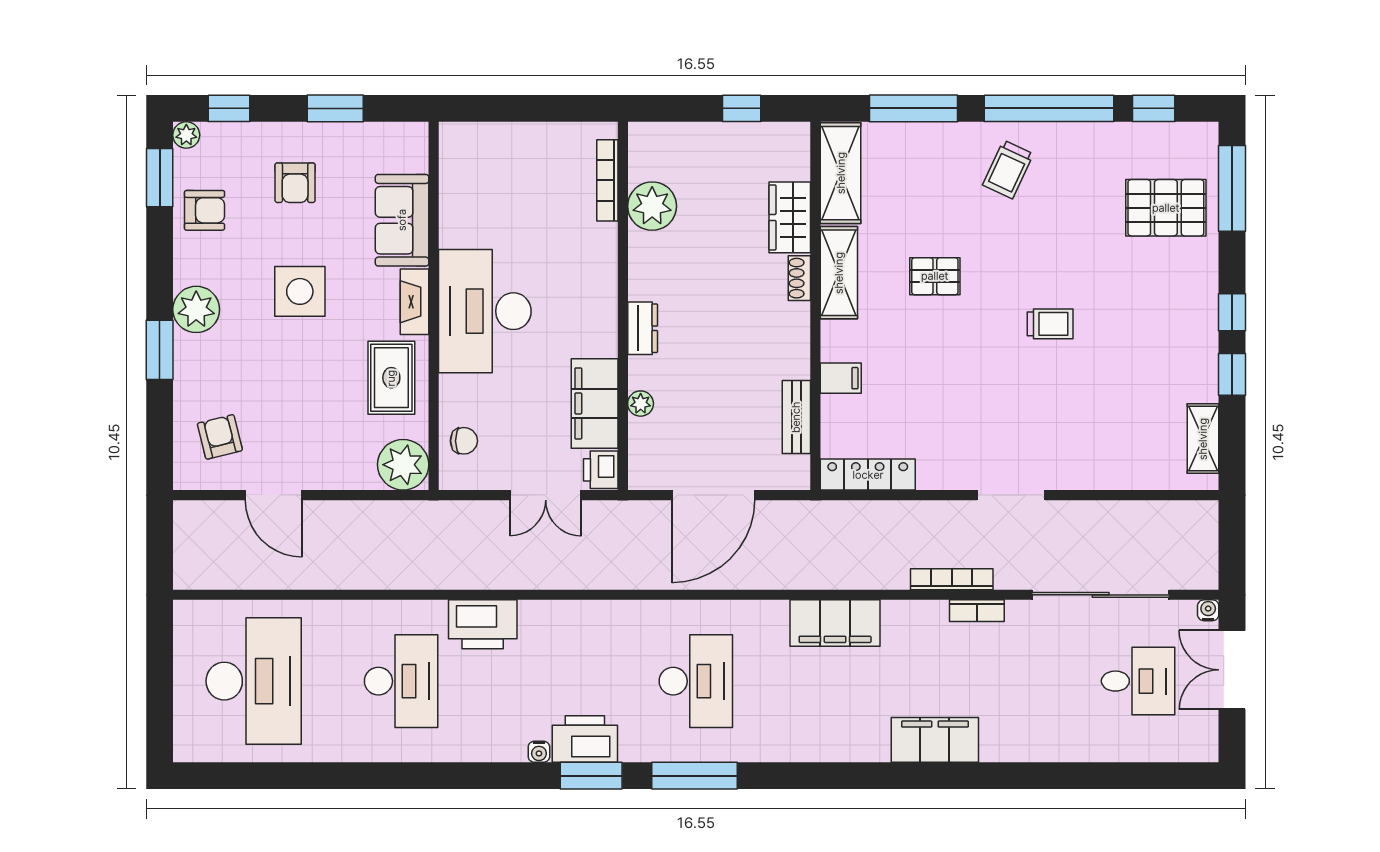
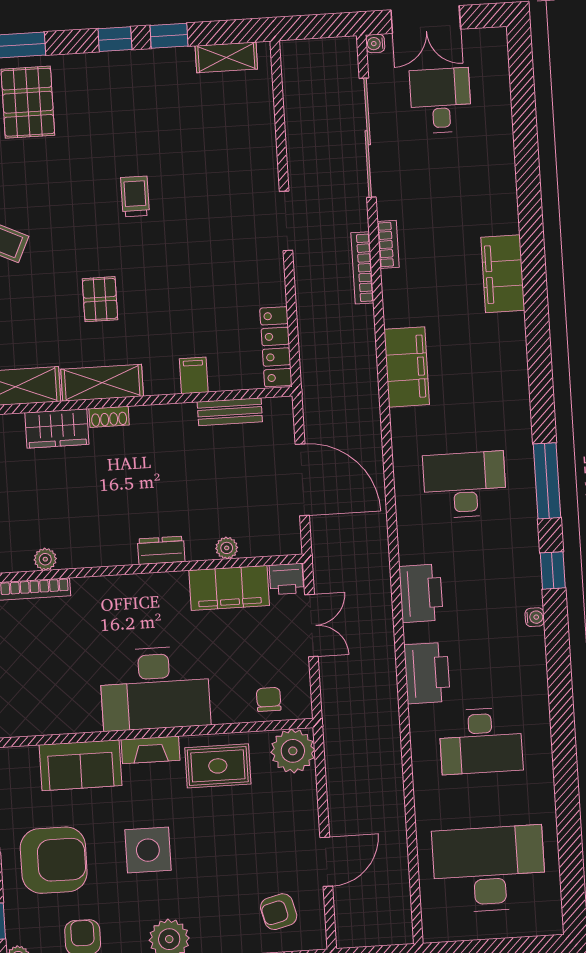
armchair: (295, 183) -> (54, 860), width x1.88, depth x1.88
plant: (652, 206) -> (45, 559), width x0.53, depth x0.53
desk: (401, 681) -> (481, 741), turned 180
printer: (585, 739) -> (421, 593), moved, turned 180
window: (591, 776) -> (553, 570), width x0.67

